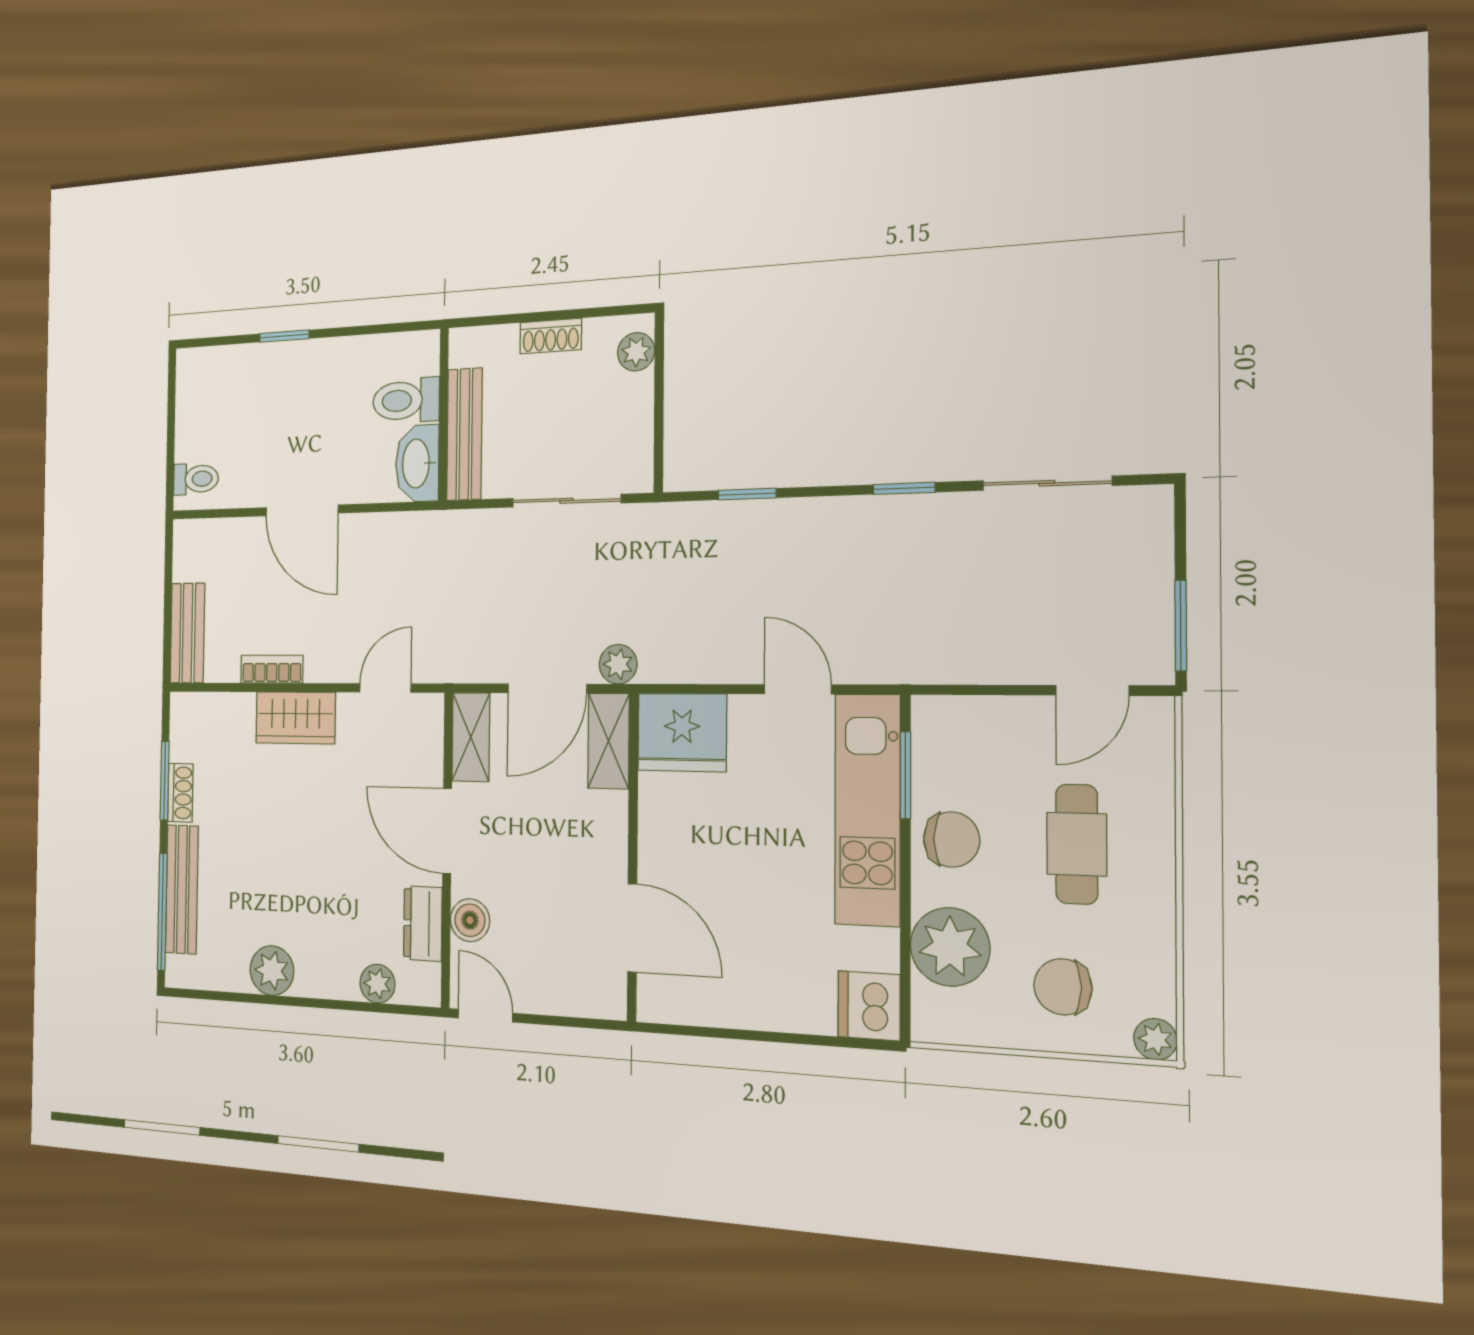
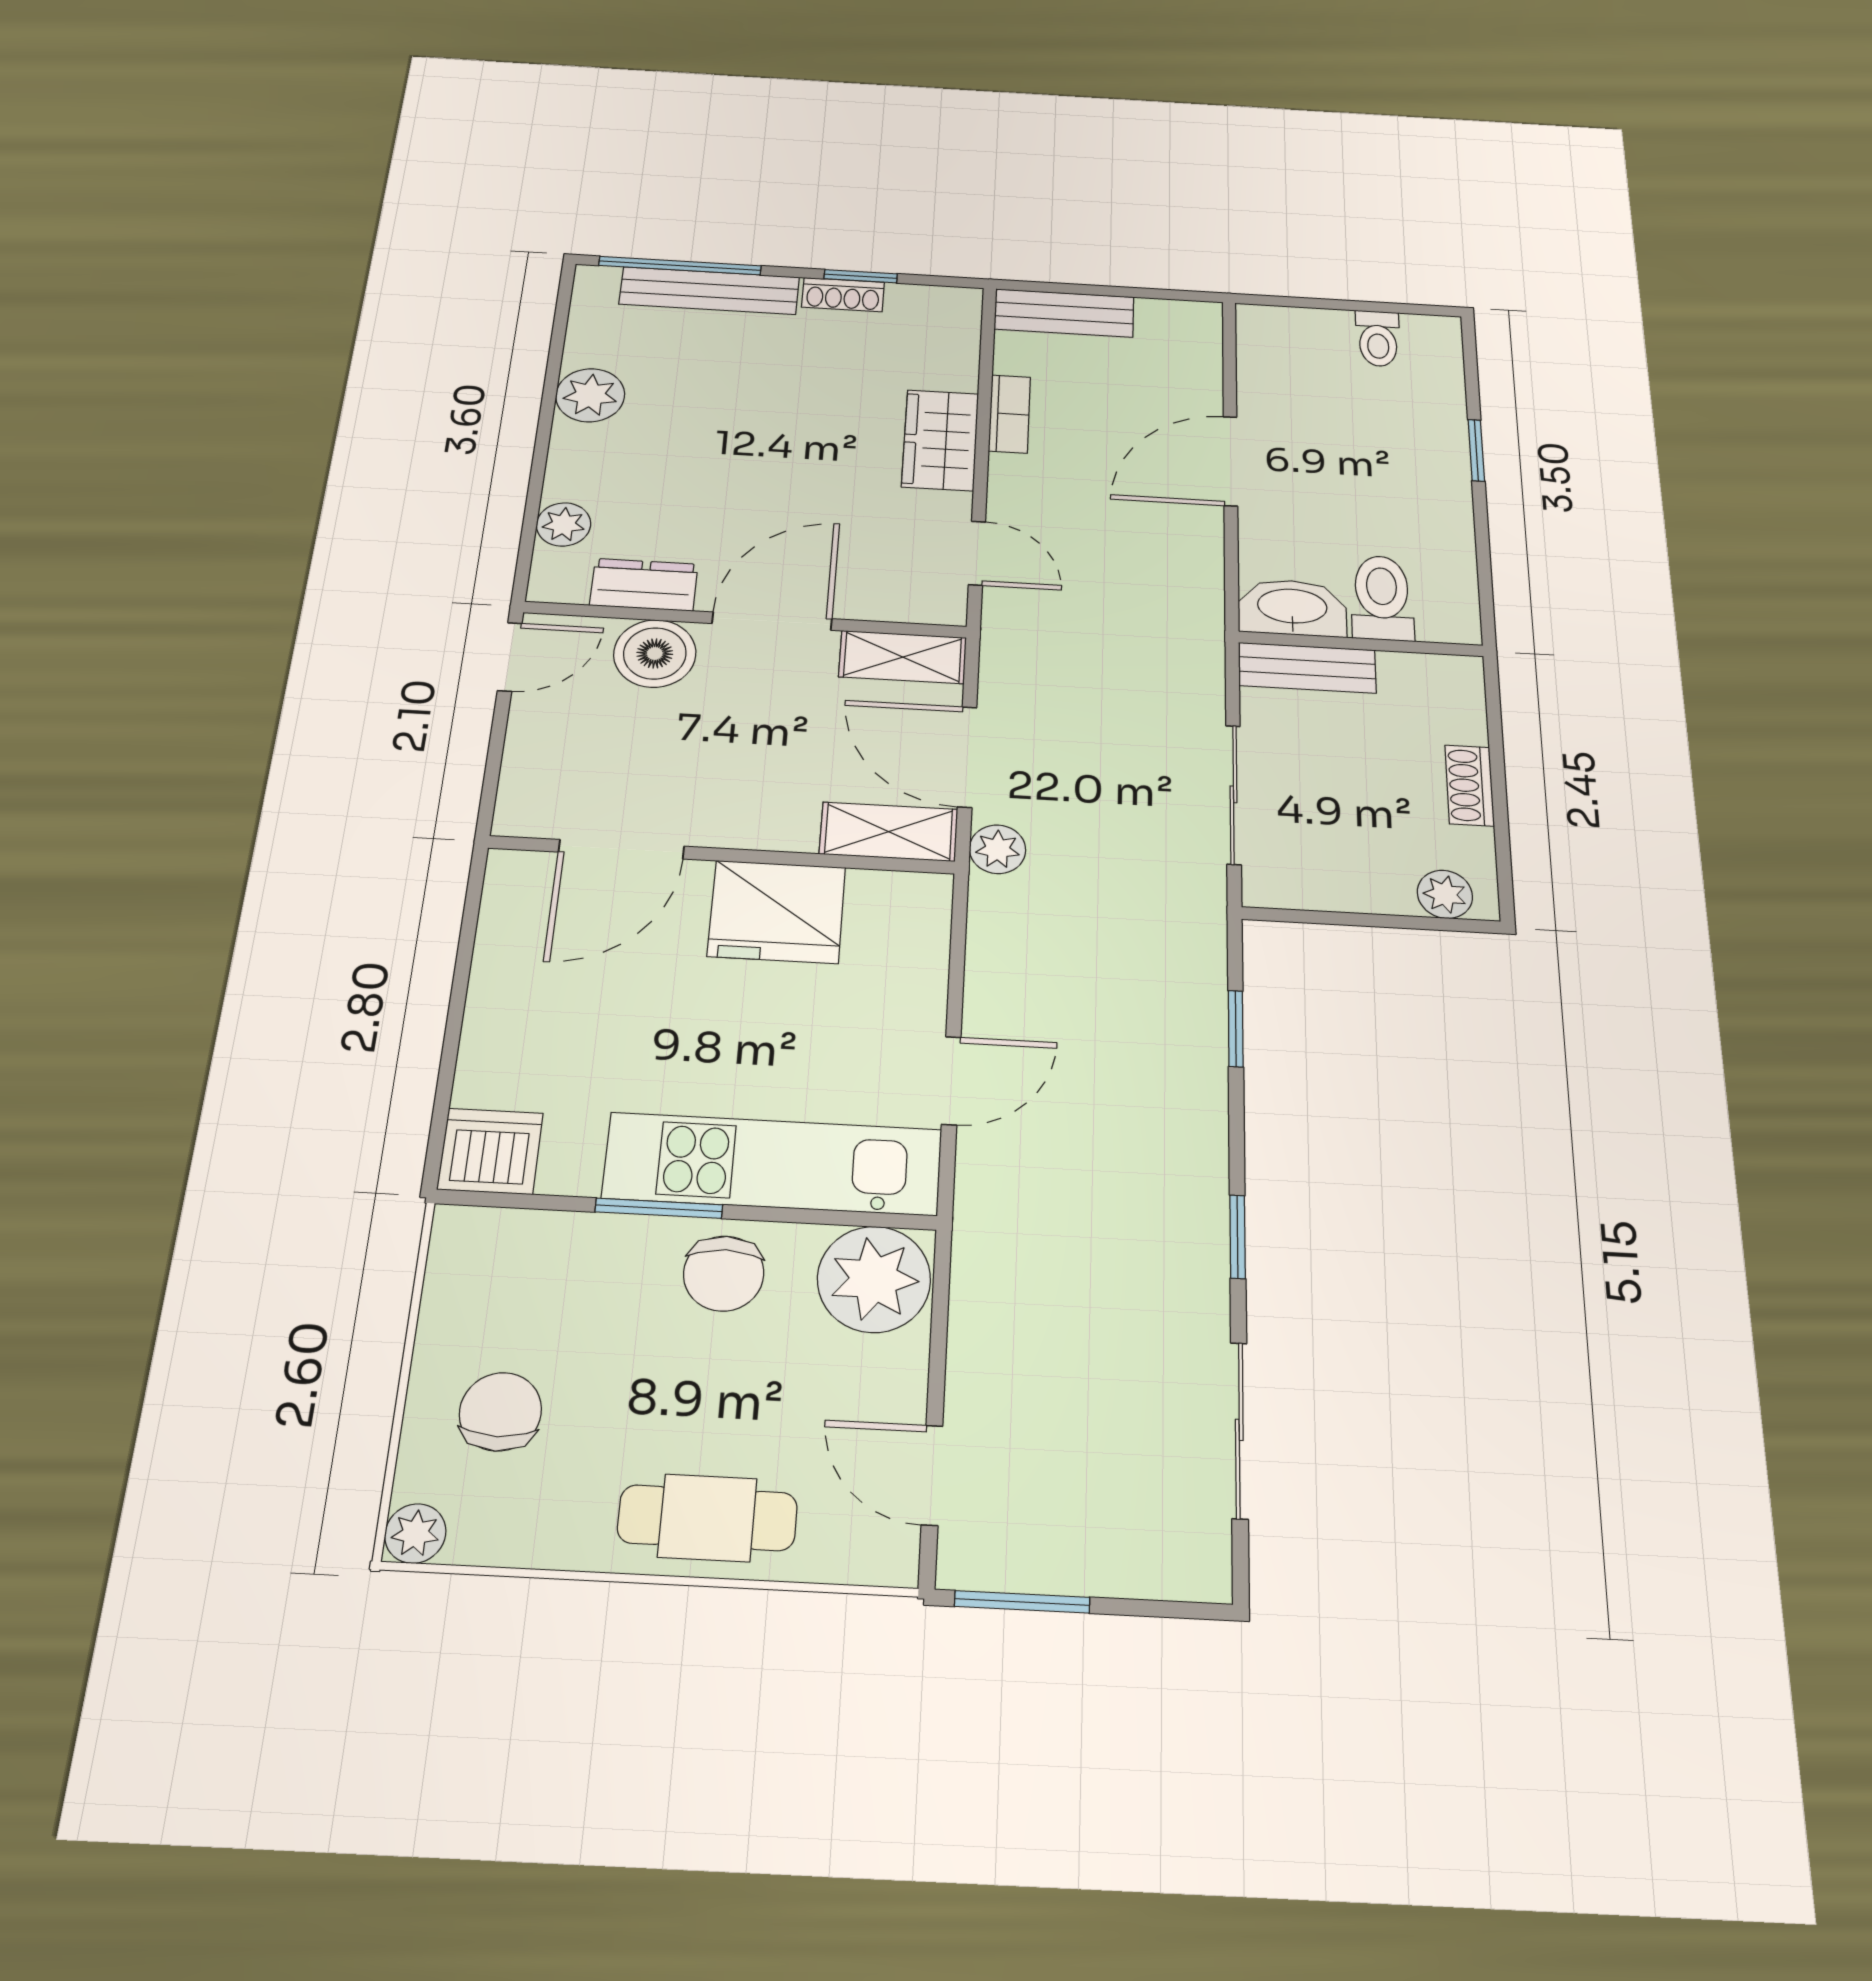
bench: (464, 434) -> (1307, 668), width x0.73
toilet: (196, 479) -> (1378, 338), moved
fridge: (682, 732) -> (777, 912), moved, turned -90
window: (905, 775) -> (659, 1208), moved
window: (165, 781) -> (861, 276), width x0.67
cafe table: (1077, 844) -> (707, 1518), moved
boiler: (470, 920) -> (655, 653), width x1.36, depth x1.36
plant: (950, 947) -> (874, 1279), moved

